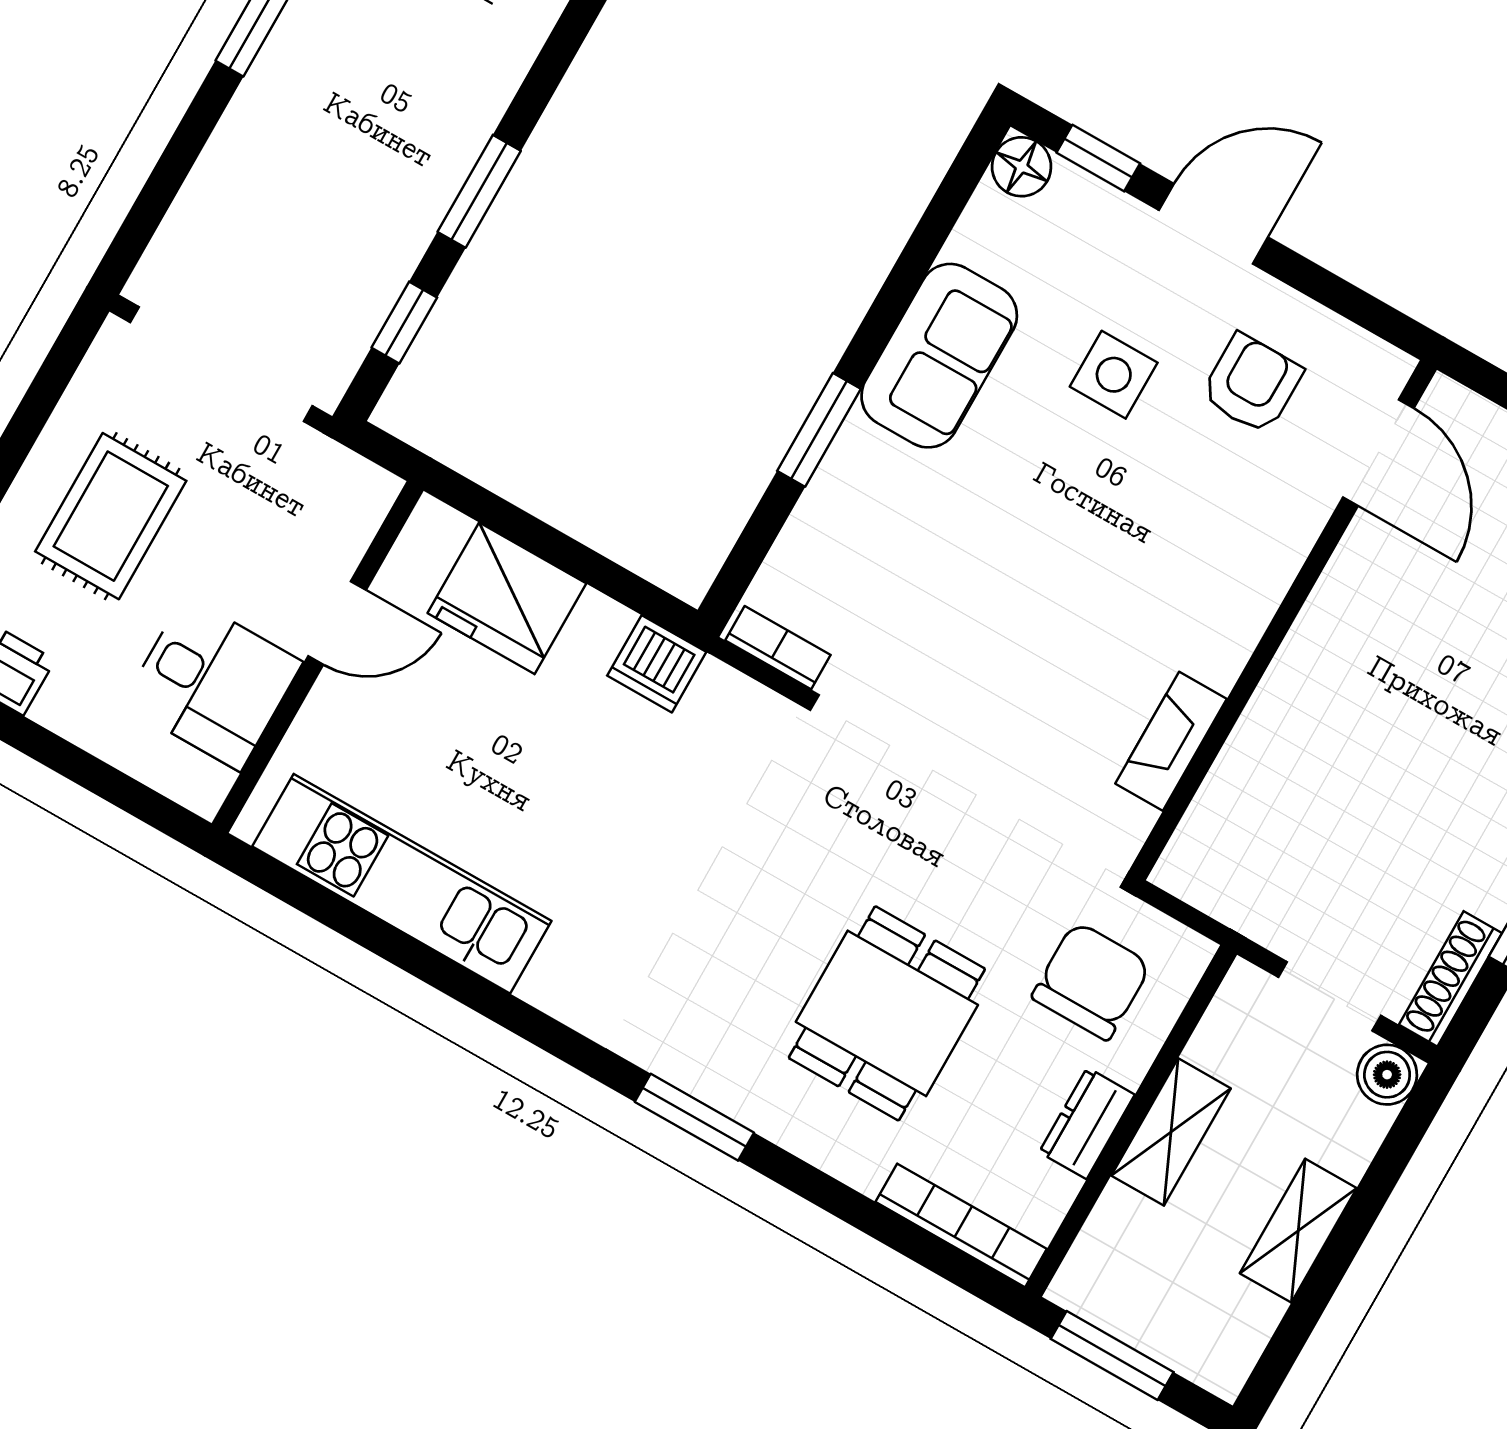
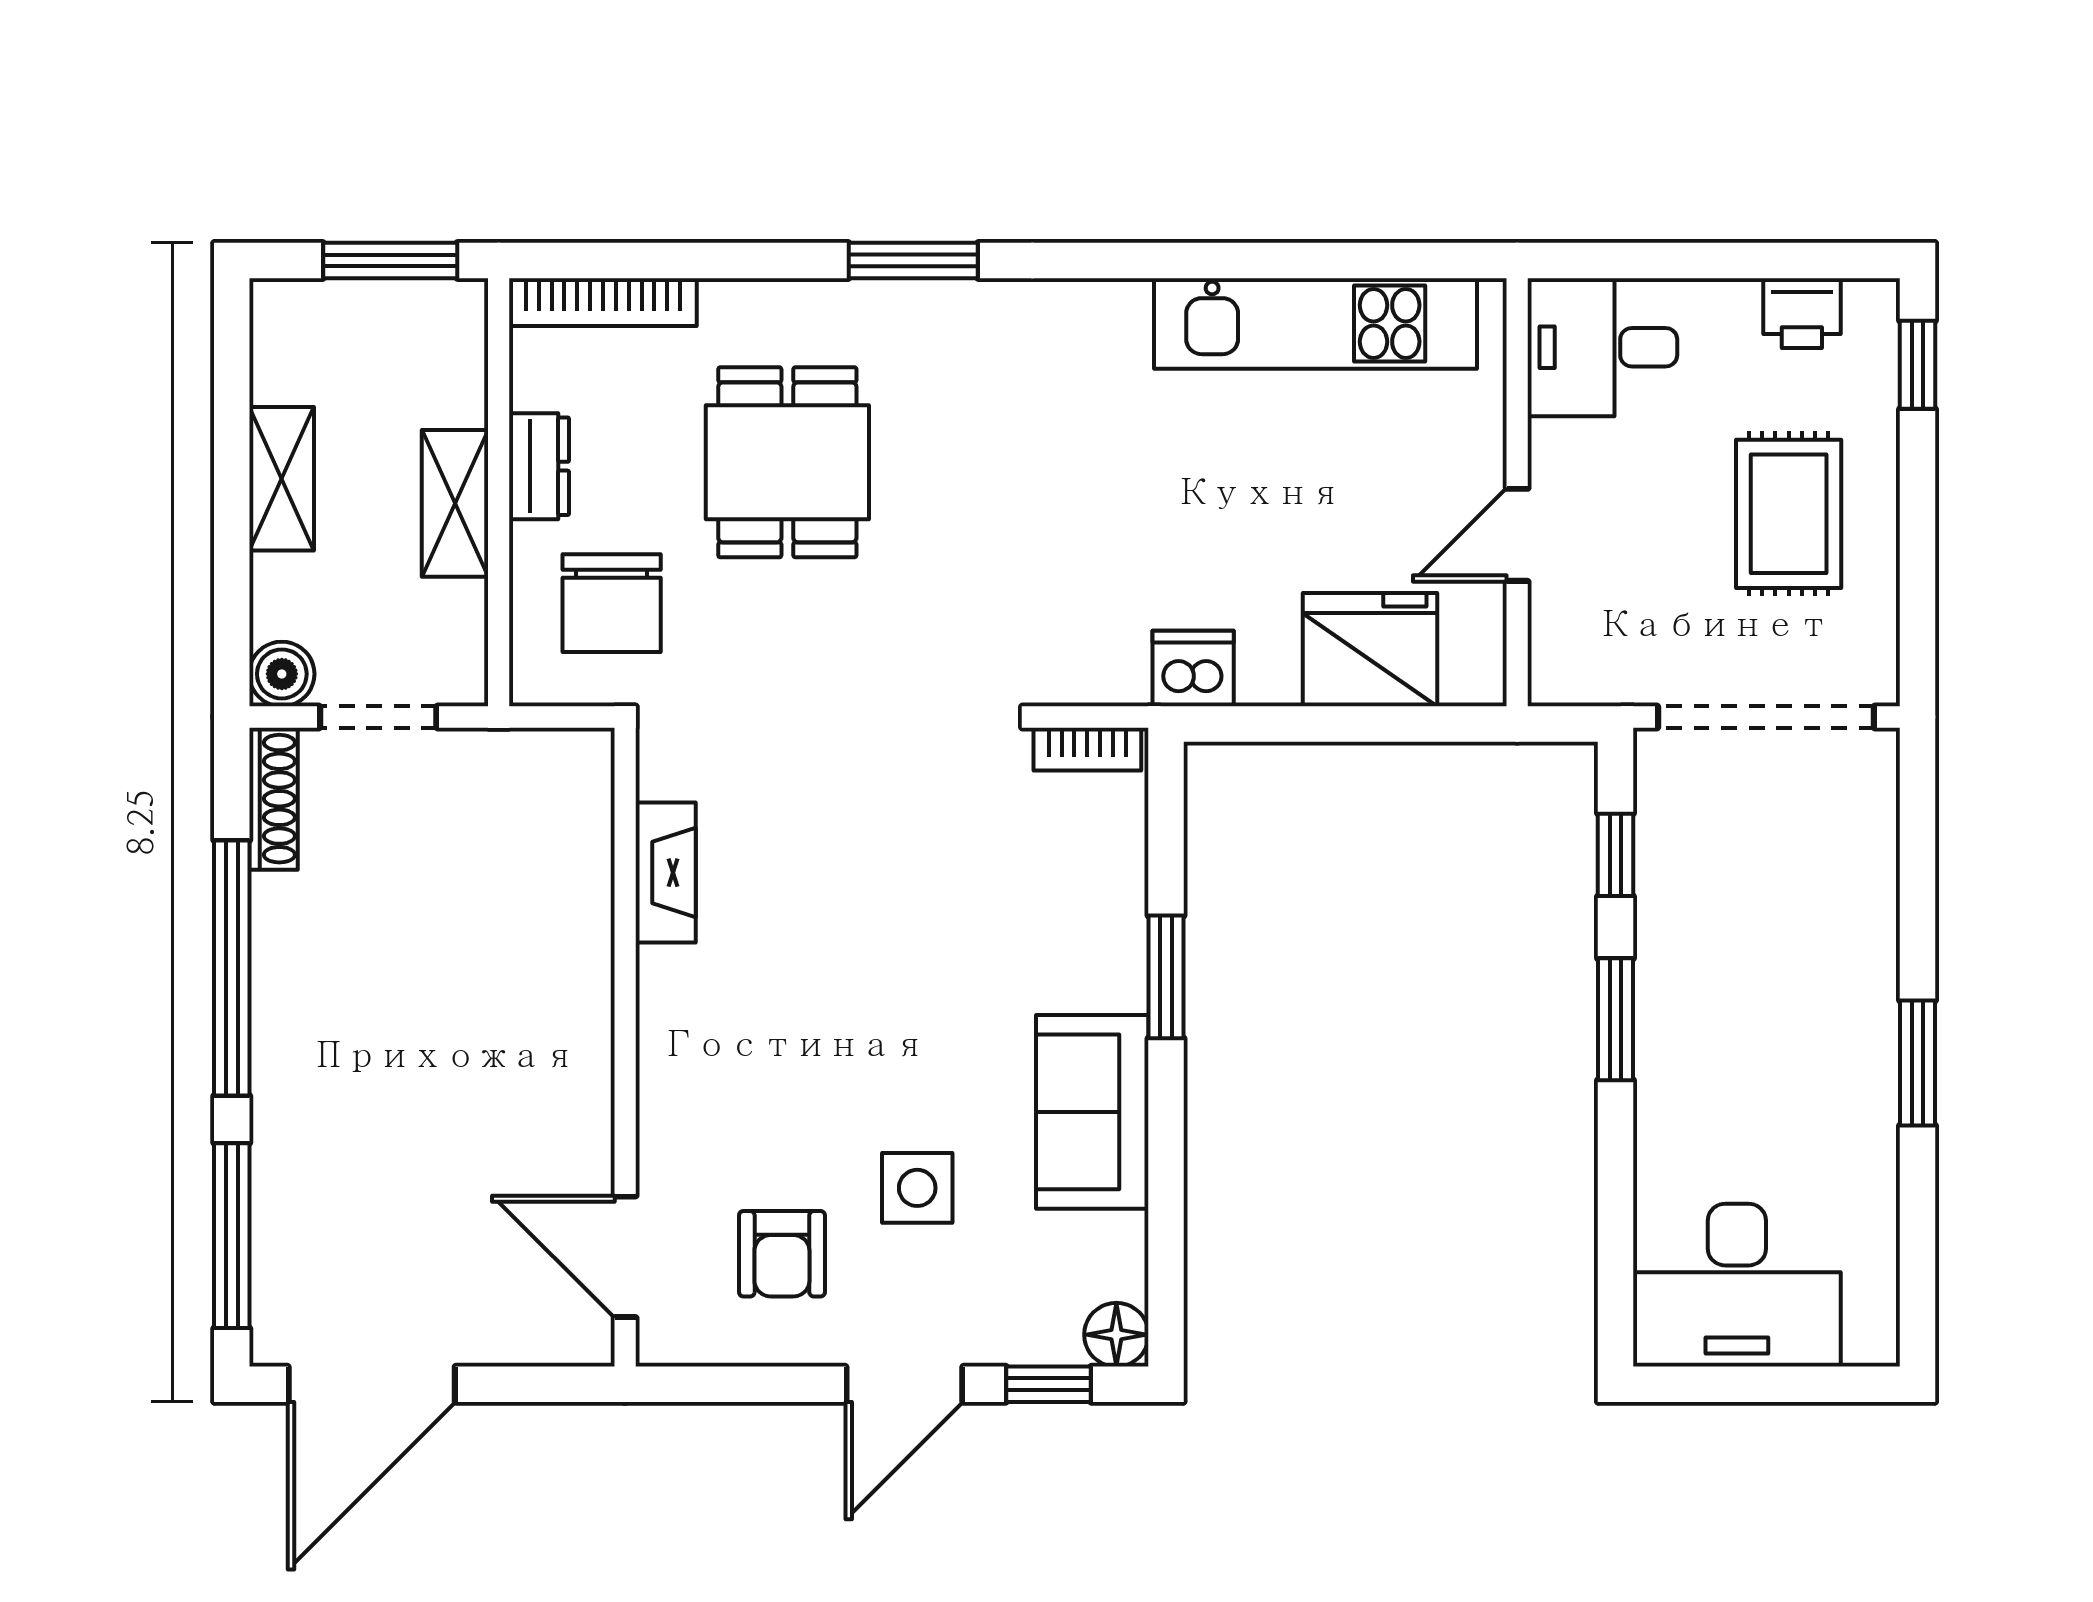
desk: (212, 683) -> (1602, 347), moved

